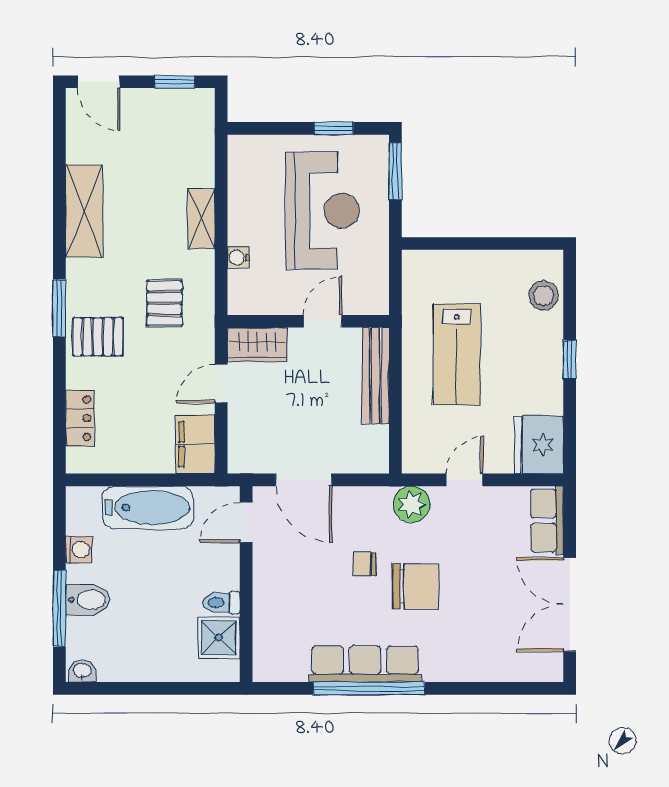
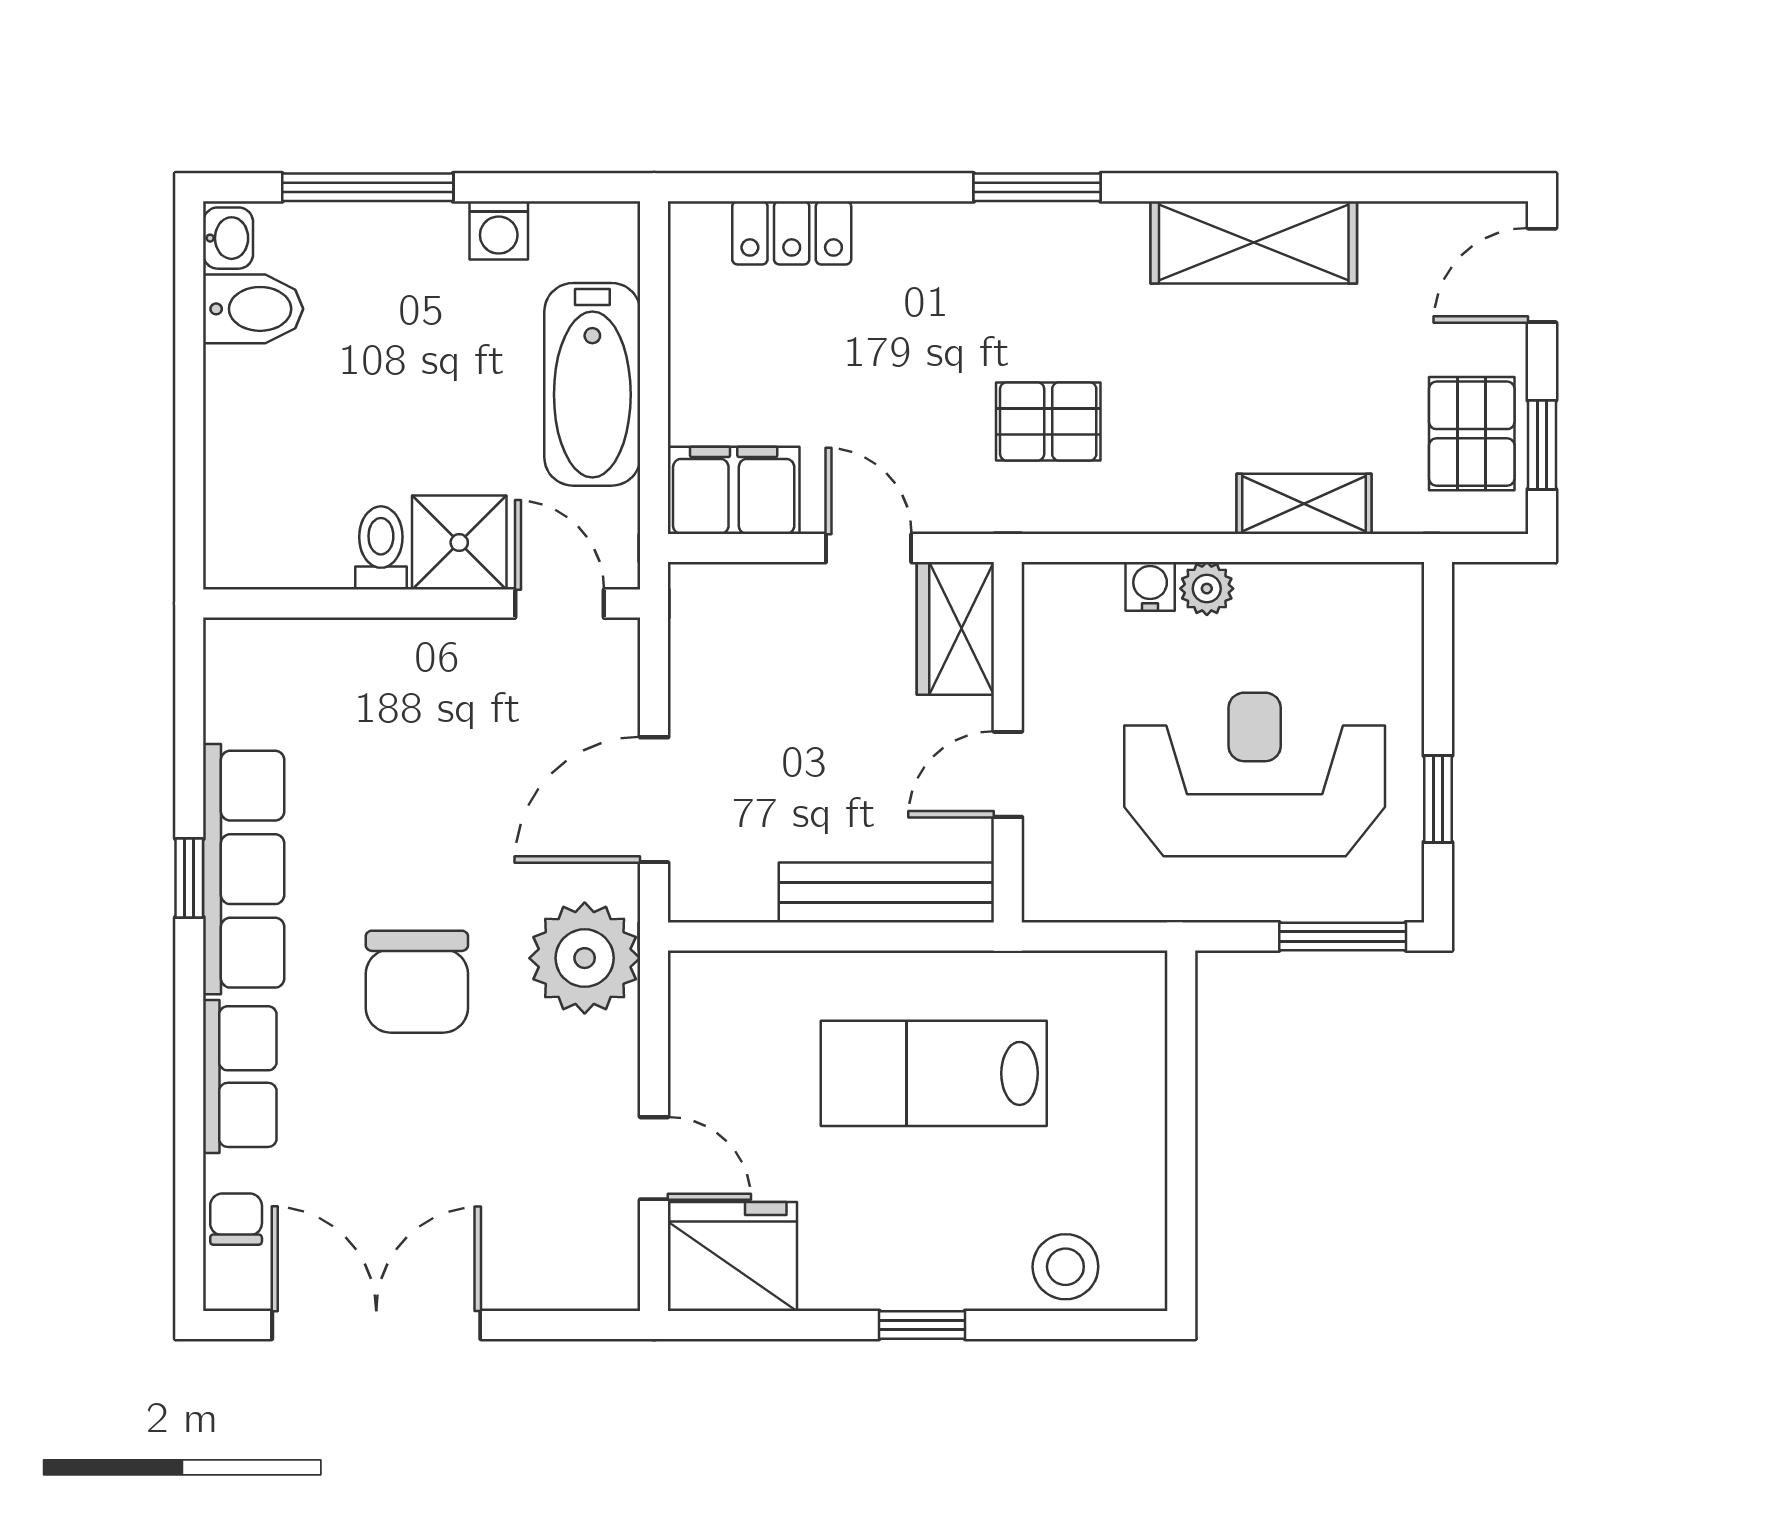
reception desk: (323, 211) -> (1255, 774), turned 180
shelving: (201, 219) -> (1304, 504), moved
plant: (239, 232) -> (1207, 589), added
door: (323, 321) -> (1008, 774), swing flipped
pallet: (98, 337) -> (1472, 434), moved
door: (304, 480) -> (654, 800), moved
door: (465, 480) -> (654, 1158), moved
plant: (412, 504) -> (585, 958), width x1.36, depth x1.36
row of seats: (547, 521) -> (240, 1077), moved, turned 90
chair: (365, 564) -> (236, 1219), moved
bidet: (88, 600) -> (253, 309), moved, turned -90
shower: (219, 638) -> (459, 543), moved
window: (369, 688) -> (189, 878), width x0.32

